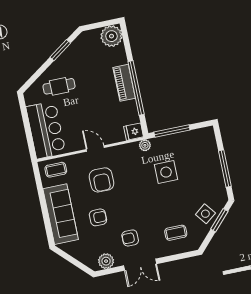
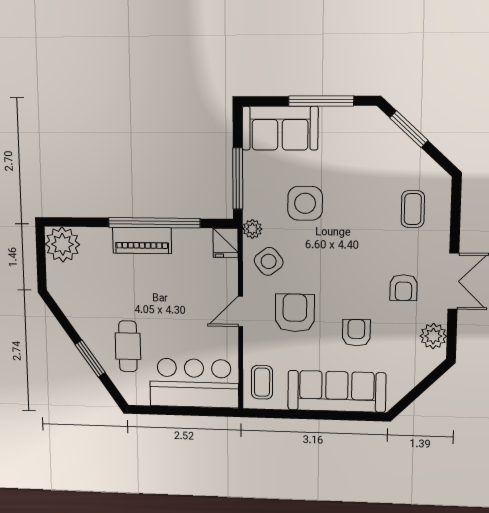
window: (60, 50) -> (90, 359), moved
sofa: (205, 149) -> (280, 128), added
armchair: (101, 180) -> (295, 313), turned -90
side table: (205, 214) -> (269, 261), moved

